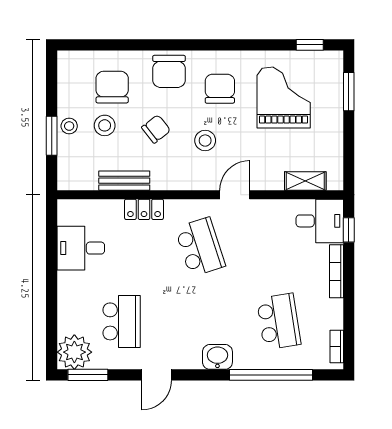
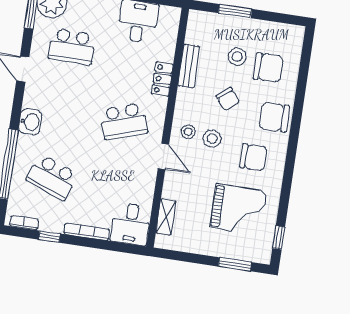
stool: (69, 126) -> (188, 132), moved
window: (349, 230) -> (49, 237), moved
school desk: (279, 321) -> (52, 177), turned 30

